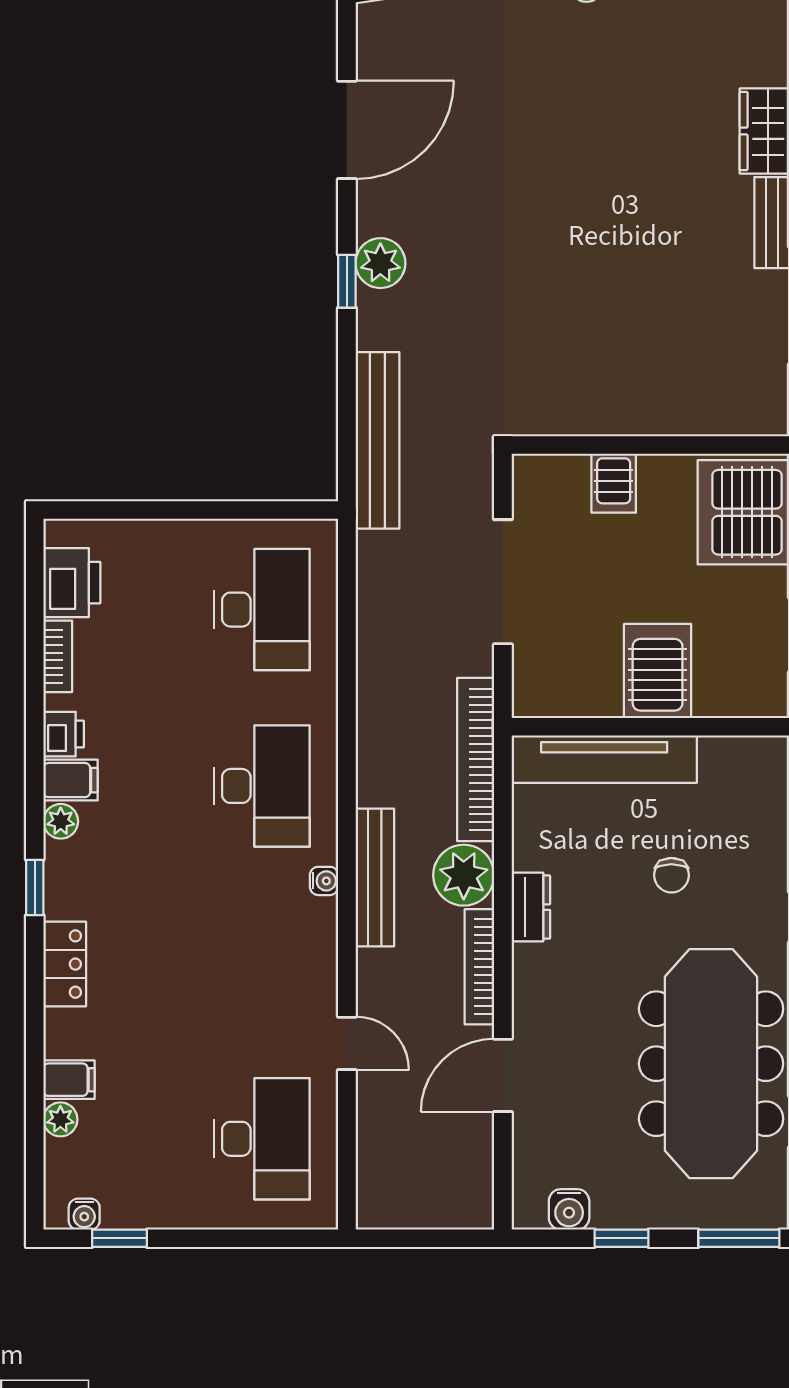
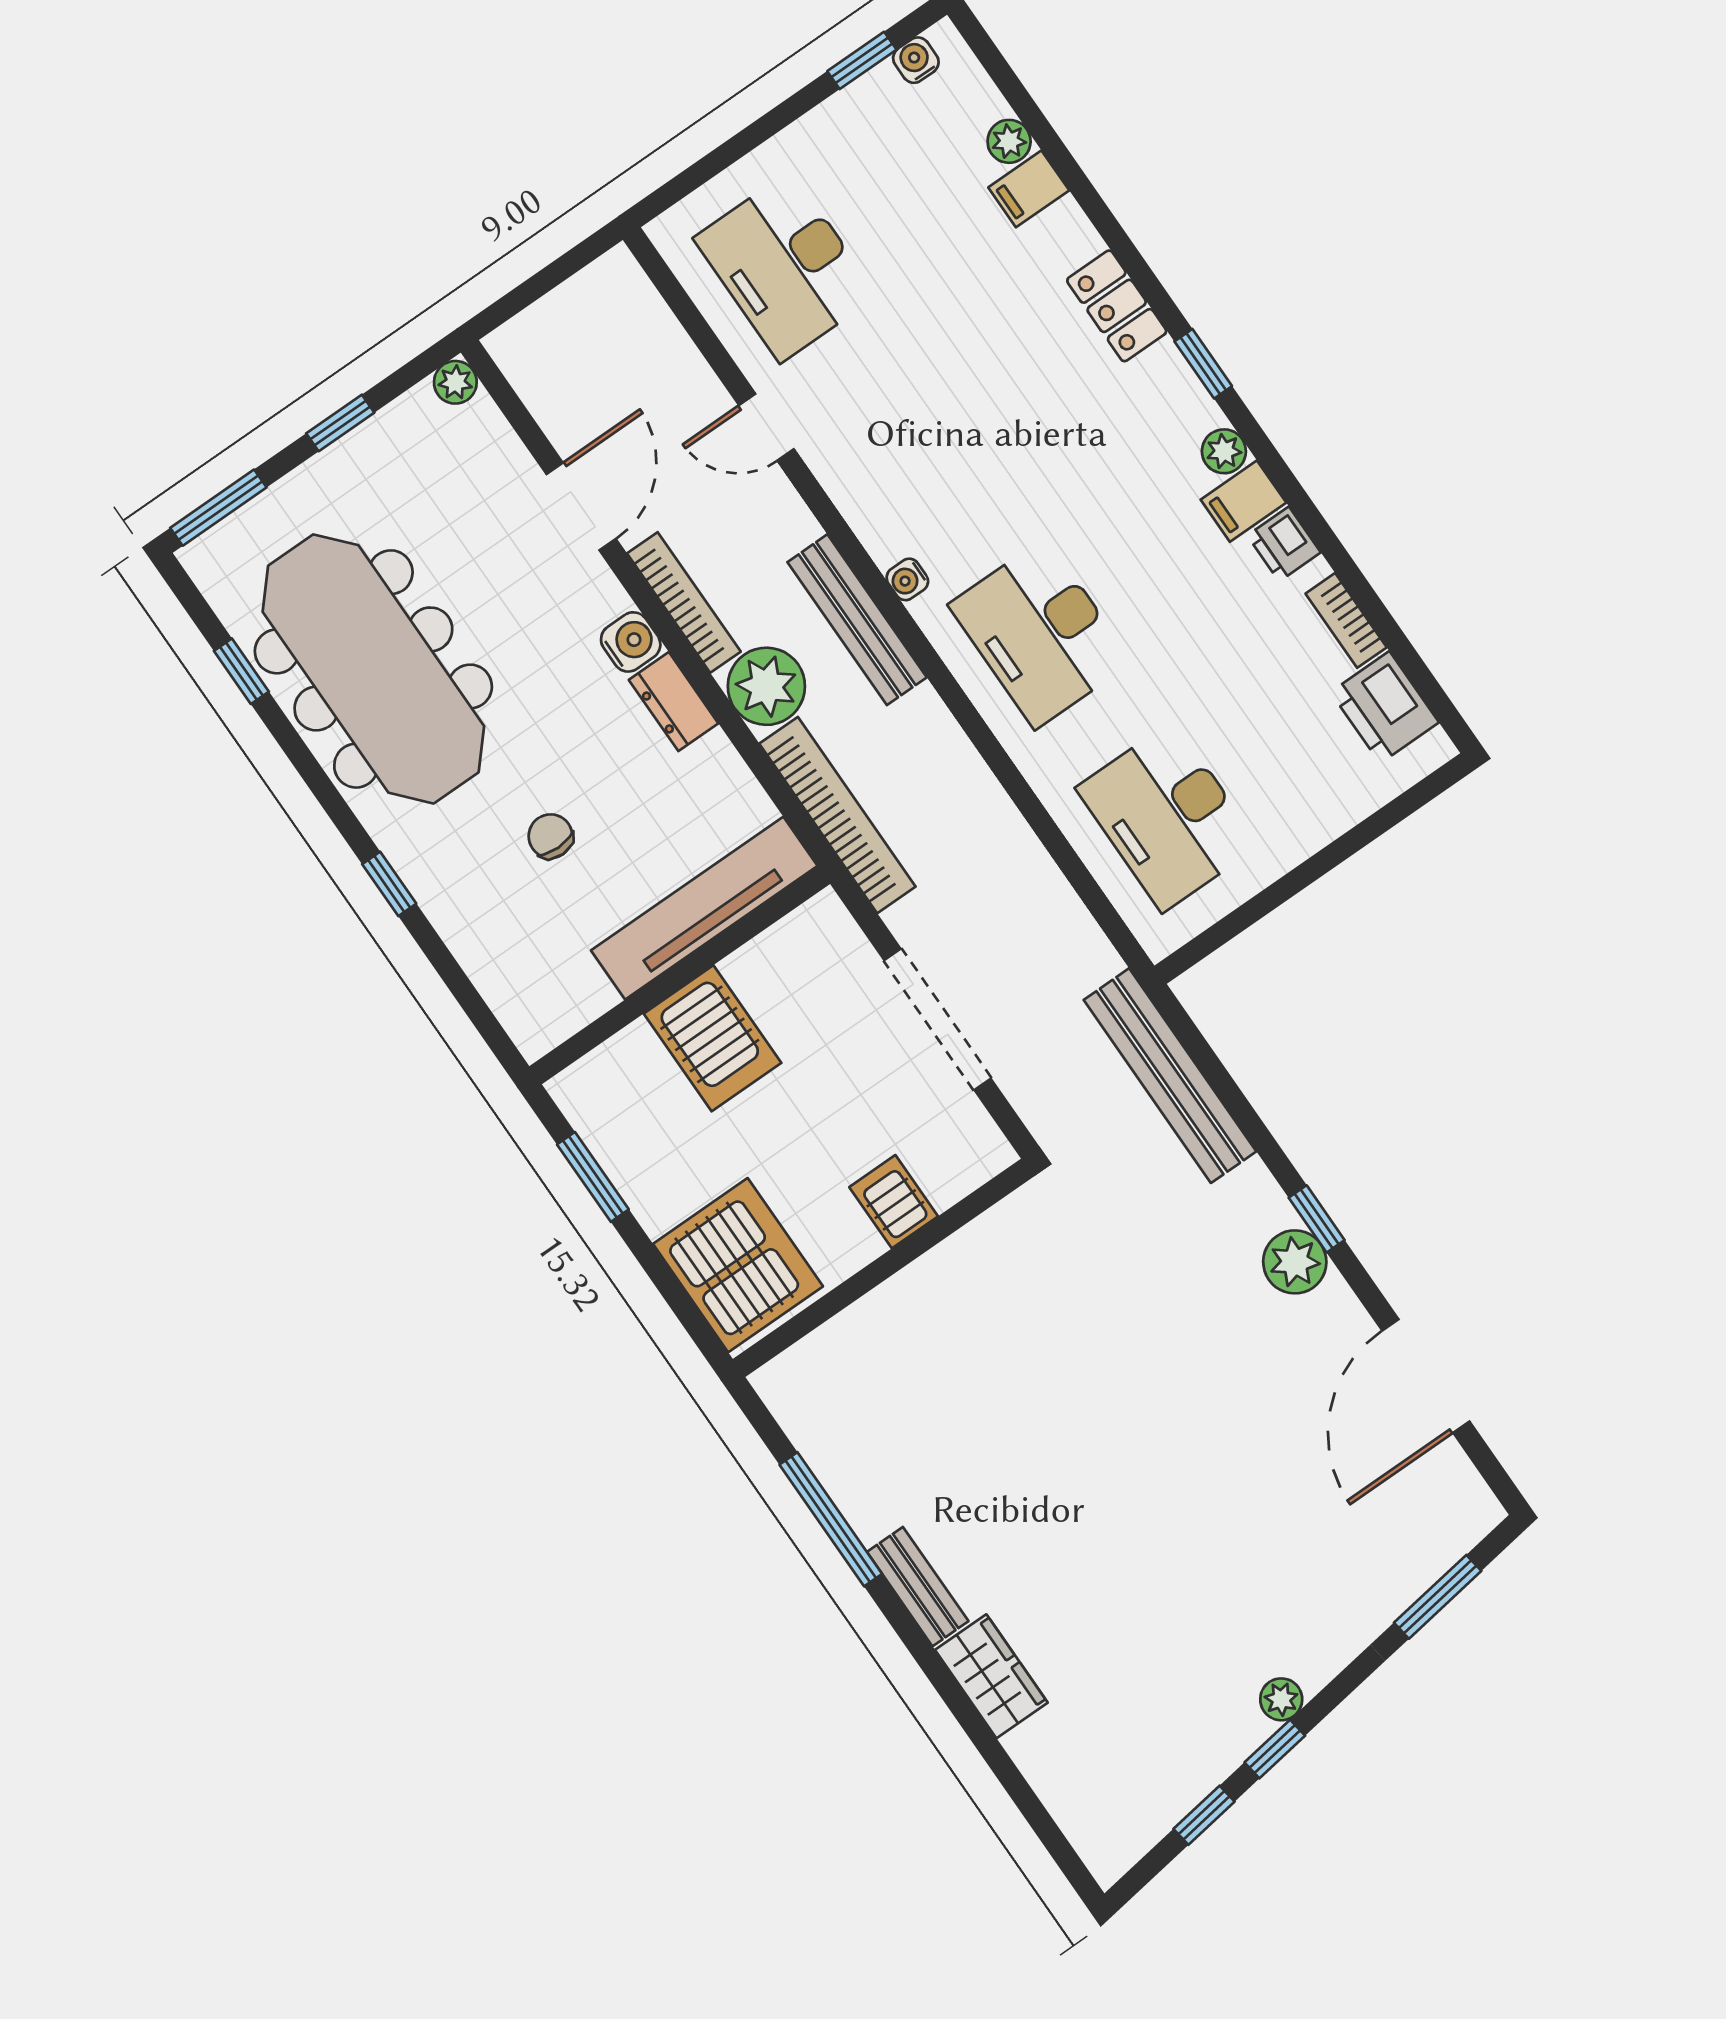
water cooler: (569, 1209) -> (631, 642), moved, turned 90
plant: (528, 1213) -> (455, 382), added

